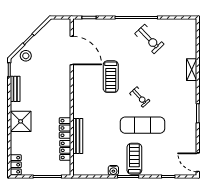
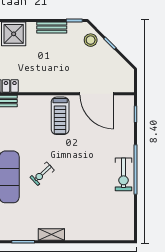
exercise bike: (149, 39) -> (123, 174), moved, turned -46
door: (72, 51) -> (97, 94), hinge flipped
shelving: (192, 70) -> (51, 235), moved
treadmill: (111, 77) -> (60, 116), moved, turned -90

